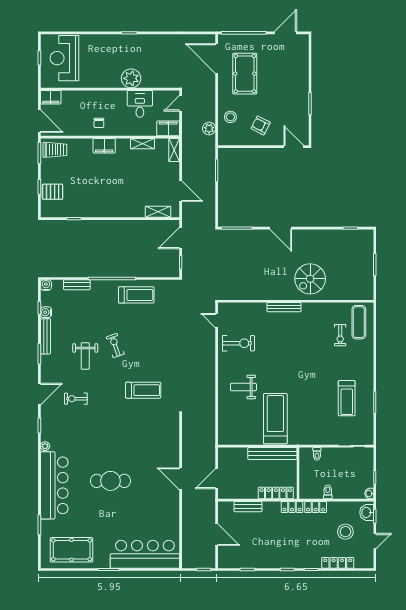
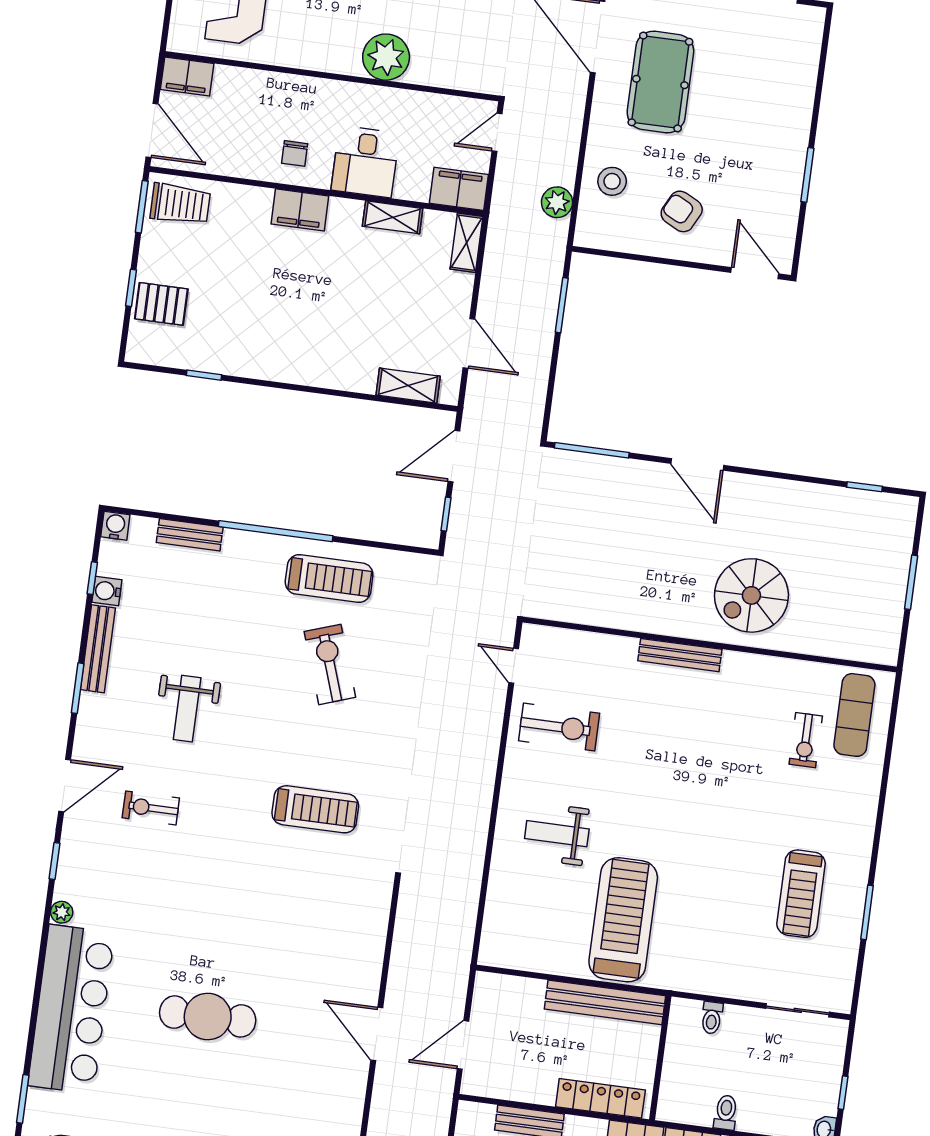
desk: (140, 104) -> (365, 162), moved, turned 180
exercise bike: (115, 345) -> (330, 664), moved, width x1.38, depth x1.39

